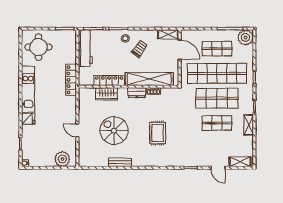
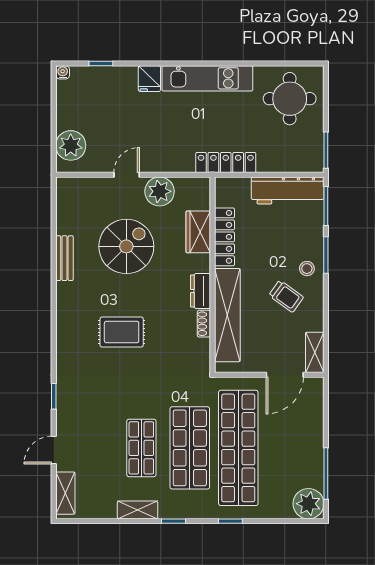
shop shelf: (217, 49) -> (287, 448), removed
plant: (86, 114) -> (160, 191), added

